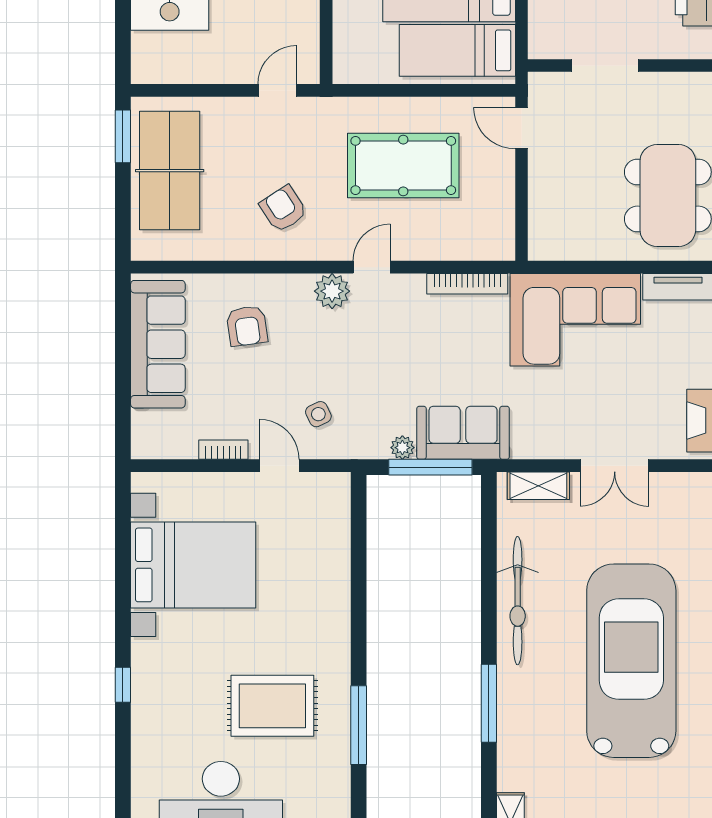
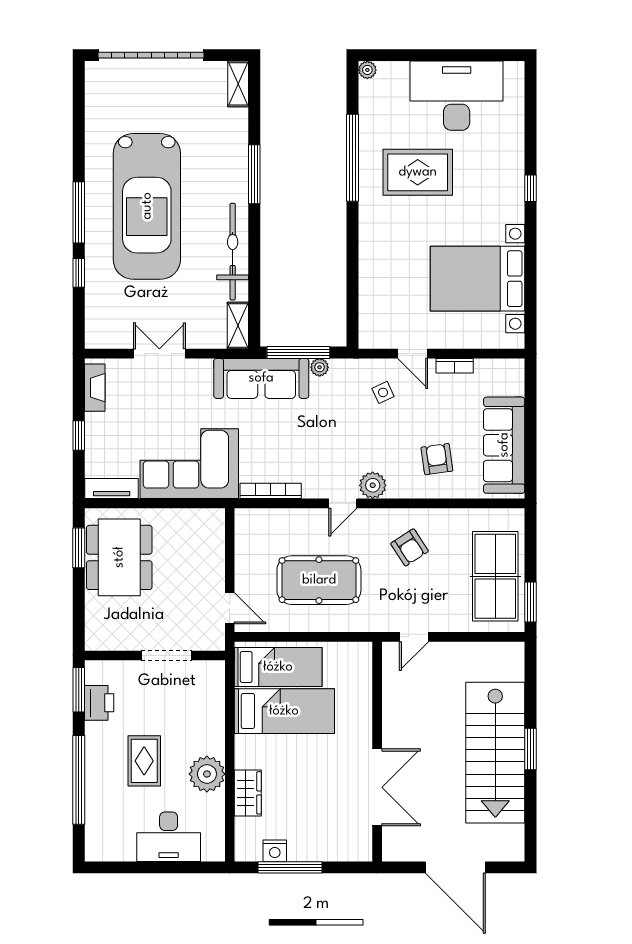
sofa: (463, 433) -> (261, 378), width x1.36
shelving: (538, 486) -> (238, 326), moved, turned 90
window: (359, 725) -> (353, 158), width x1.46

